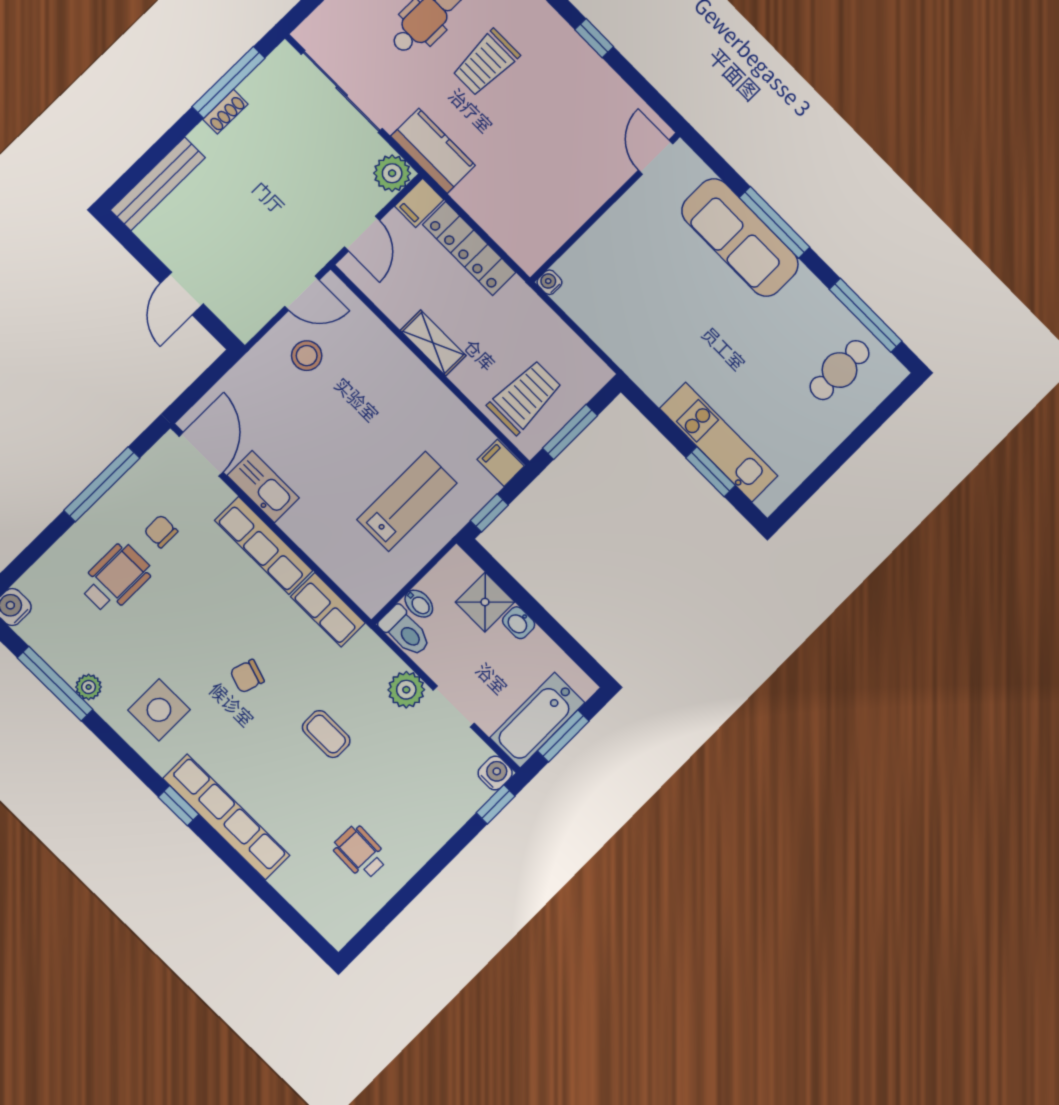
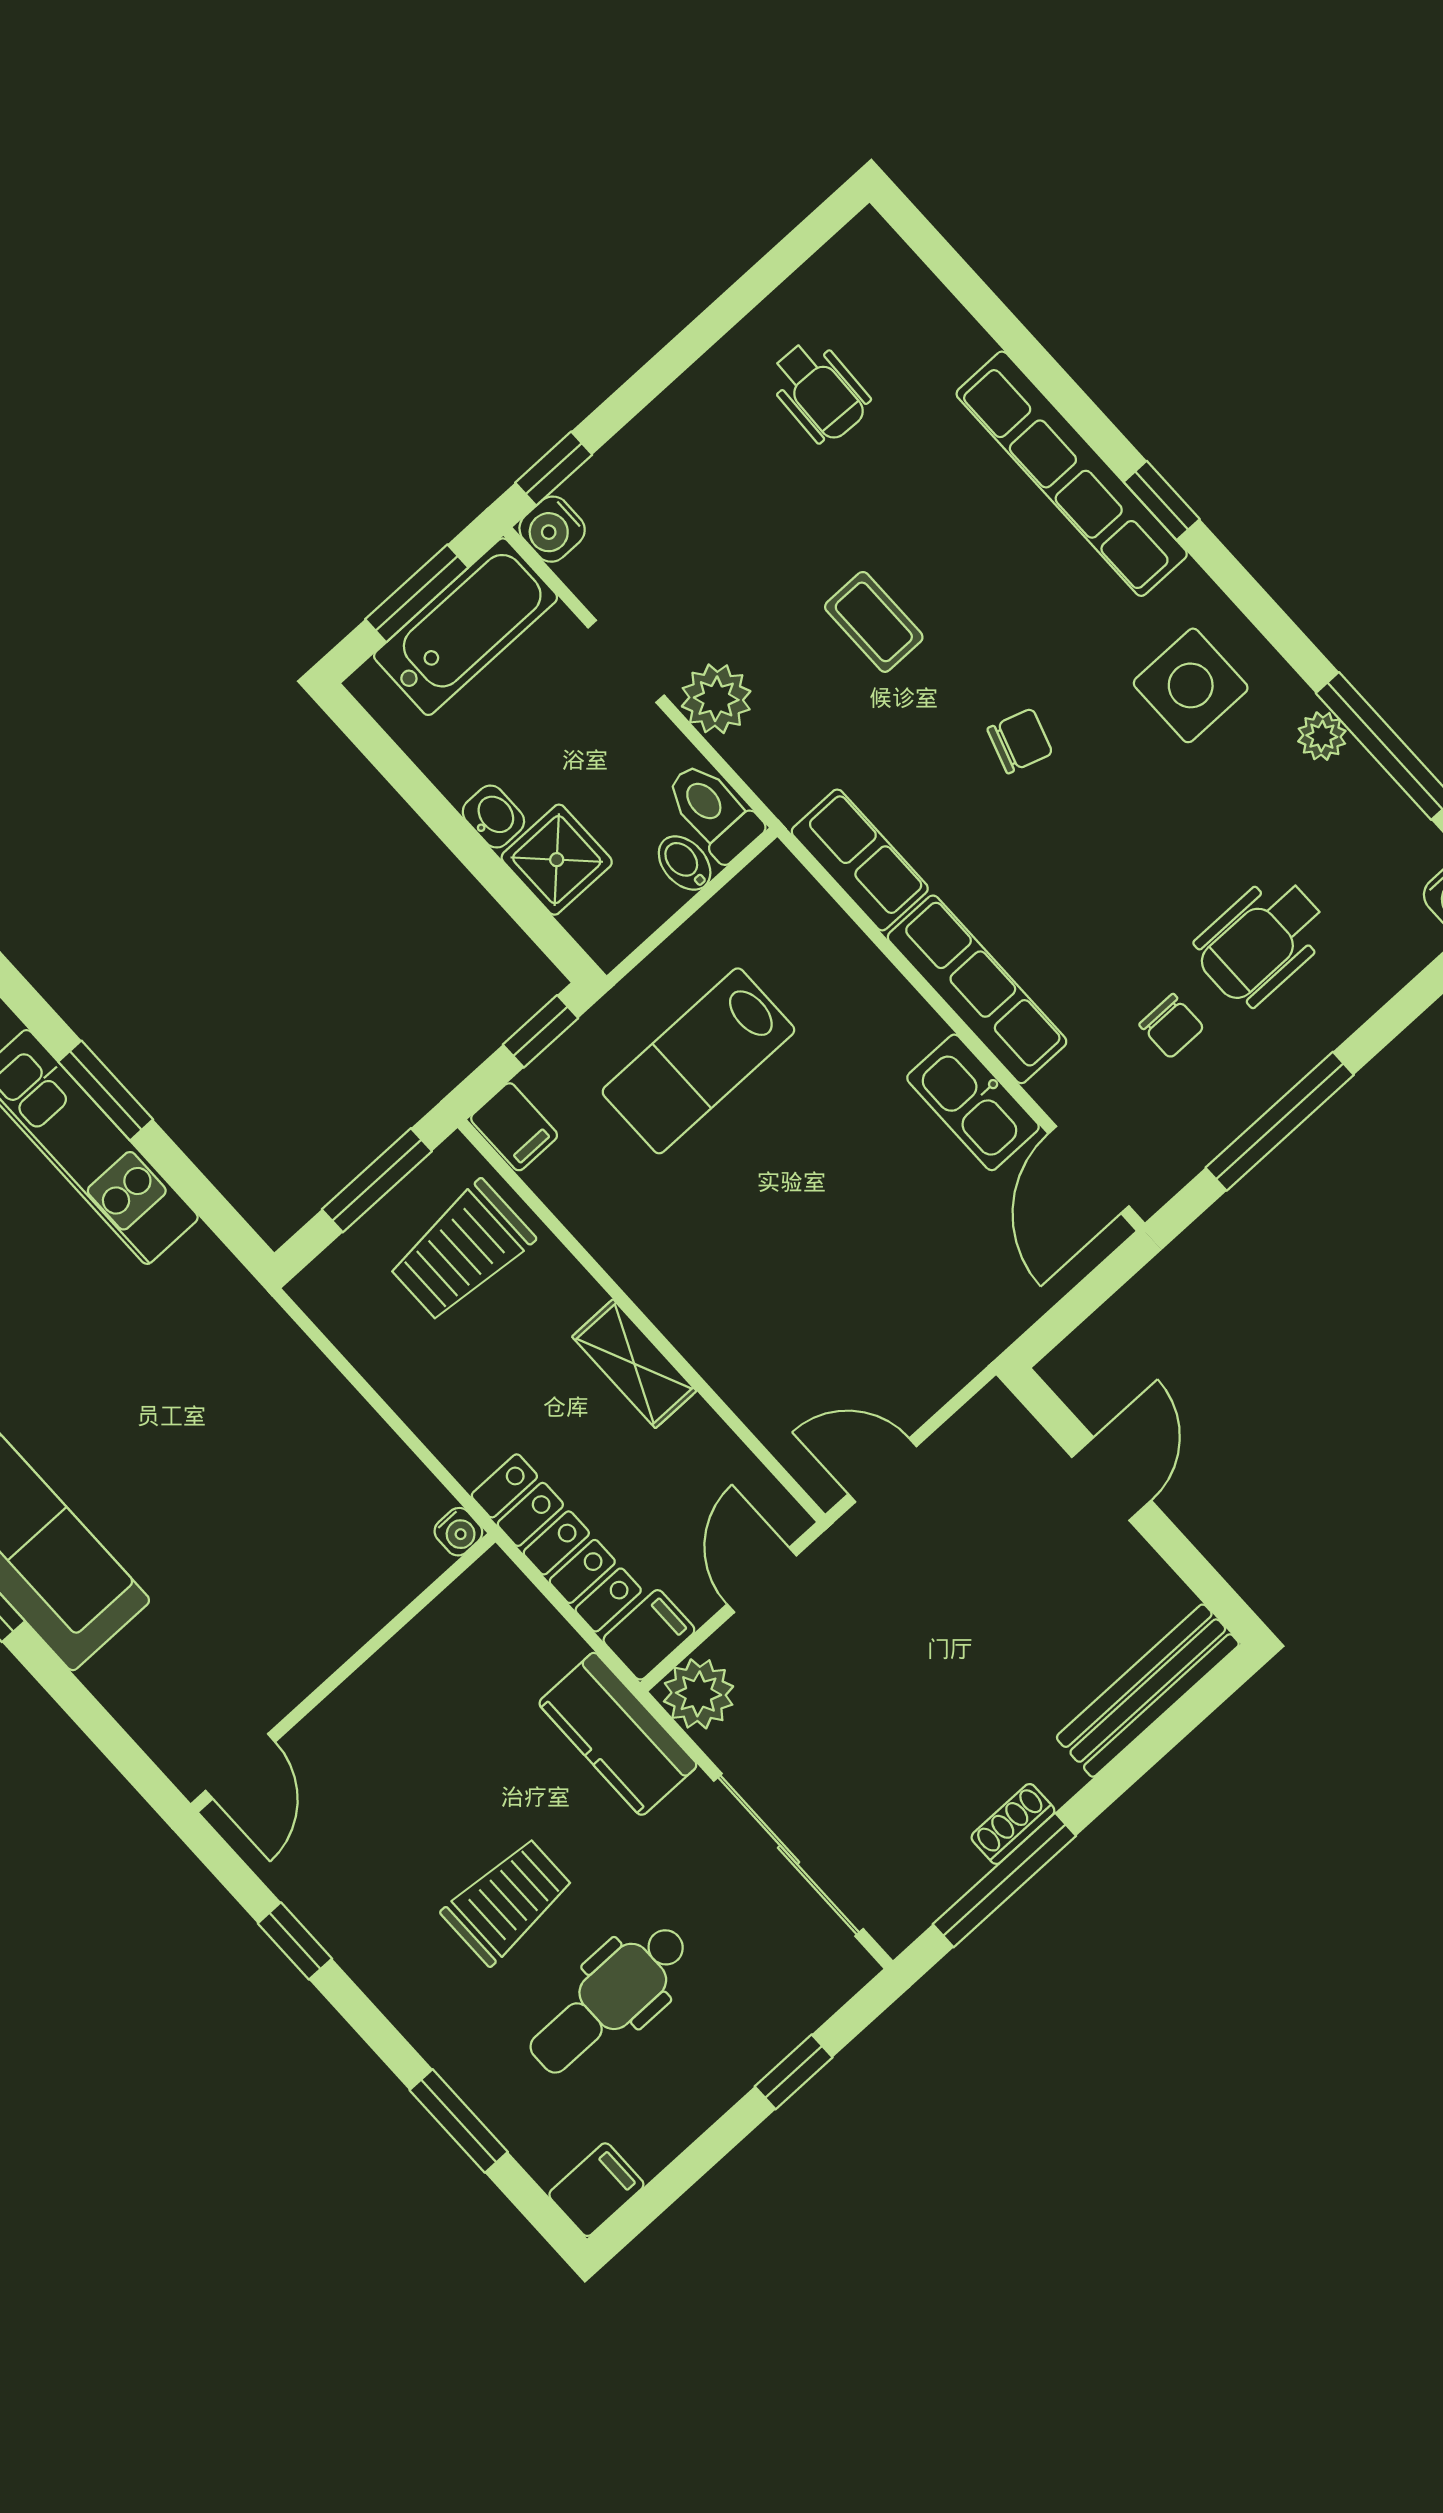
door: (656, 157) -> (240, 1766), moved
wall: (605, 207) -> (343, 1673), moved
water cooler: (549, 282) -> (458, 1532), moved
stool: (307, 356) -> (879, 1350), removed

